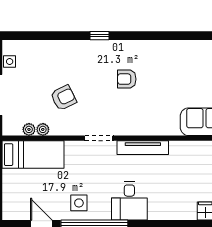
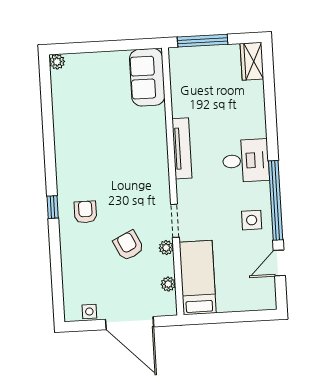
armchair: (127, 79) -> (85, 212), moved, turned 180
plant: (43, 129) -> (166, 248), moved
doorway: (99, 138) -> (175, 221), moved

